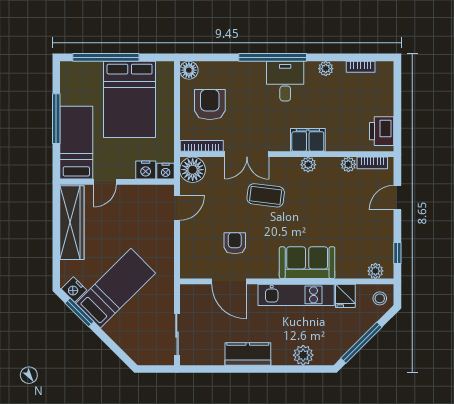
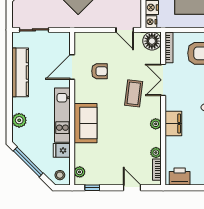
kitchen counter: (248, 354) -> (20, 72), width x1.50

